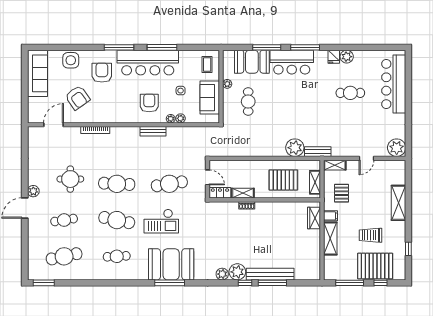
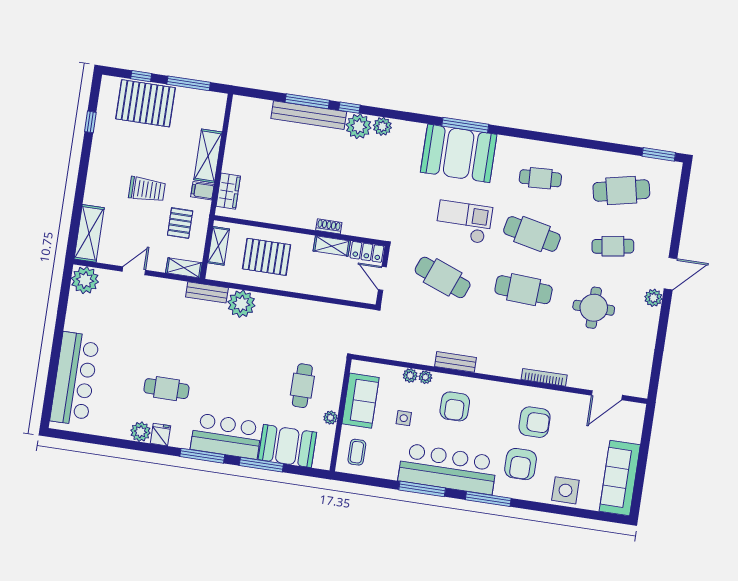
cafe table: (350, 93) -> (166, 389), moved
armchair: (77, 98) -> (535, 422), moved, turned 125
cafe table: (169, 184) -> (443, 277), turned 30
shelving: (398, 203) -> (89, 233), moved
trolley: (370, 235) -> (147, 189), moved

